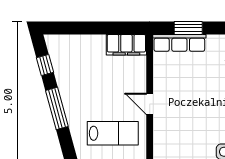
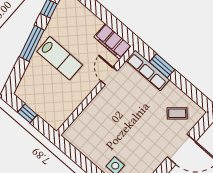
door: (150, 104) -> (109, 76), moved
lab bench: (113, 133) -> (60, 58), moved

